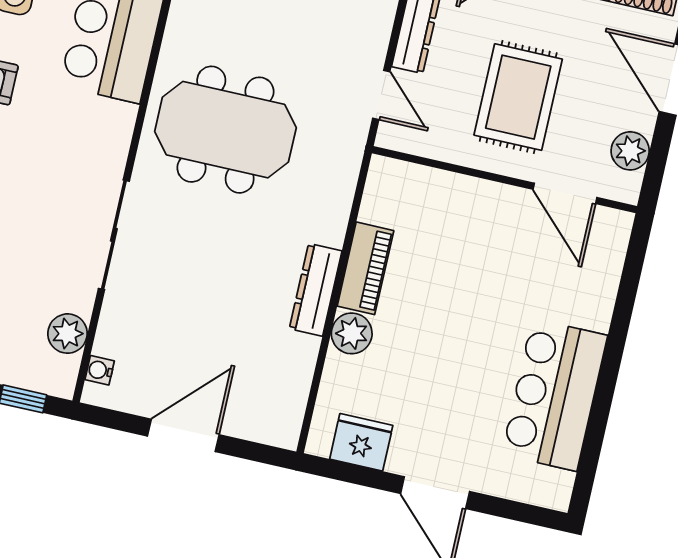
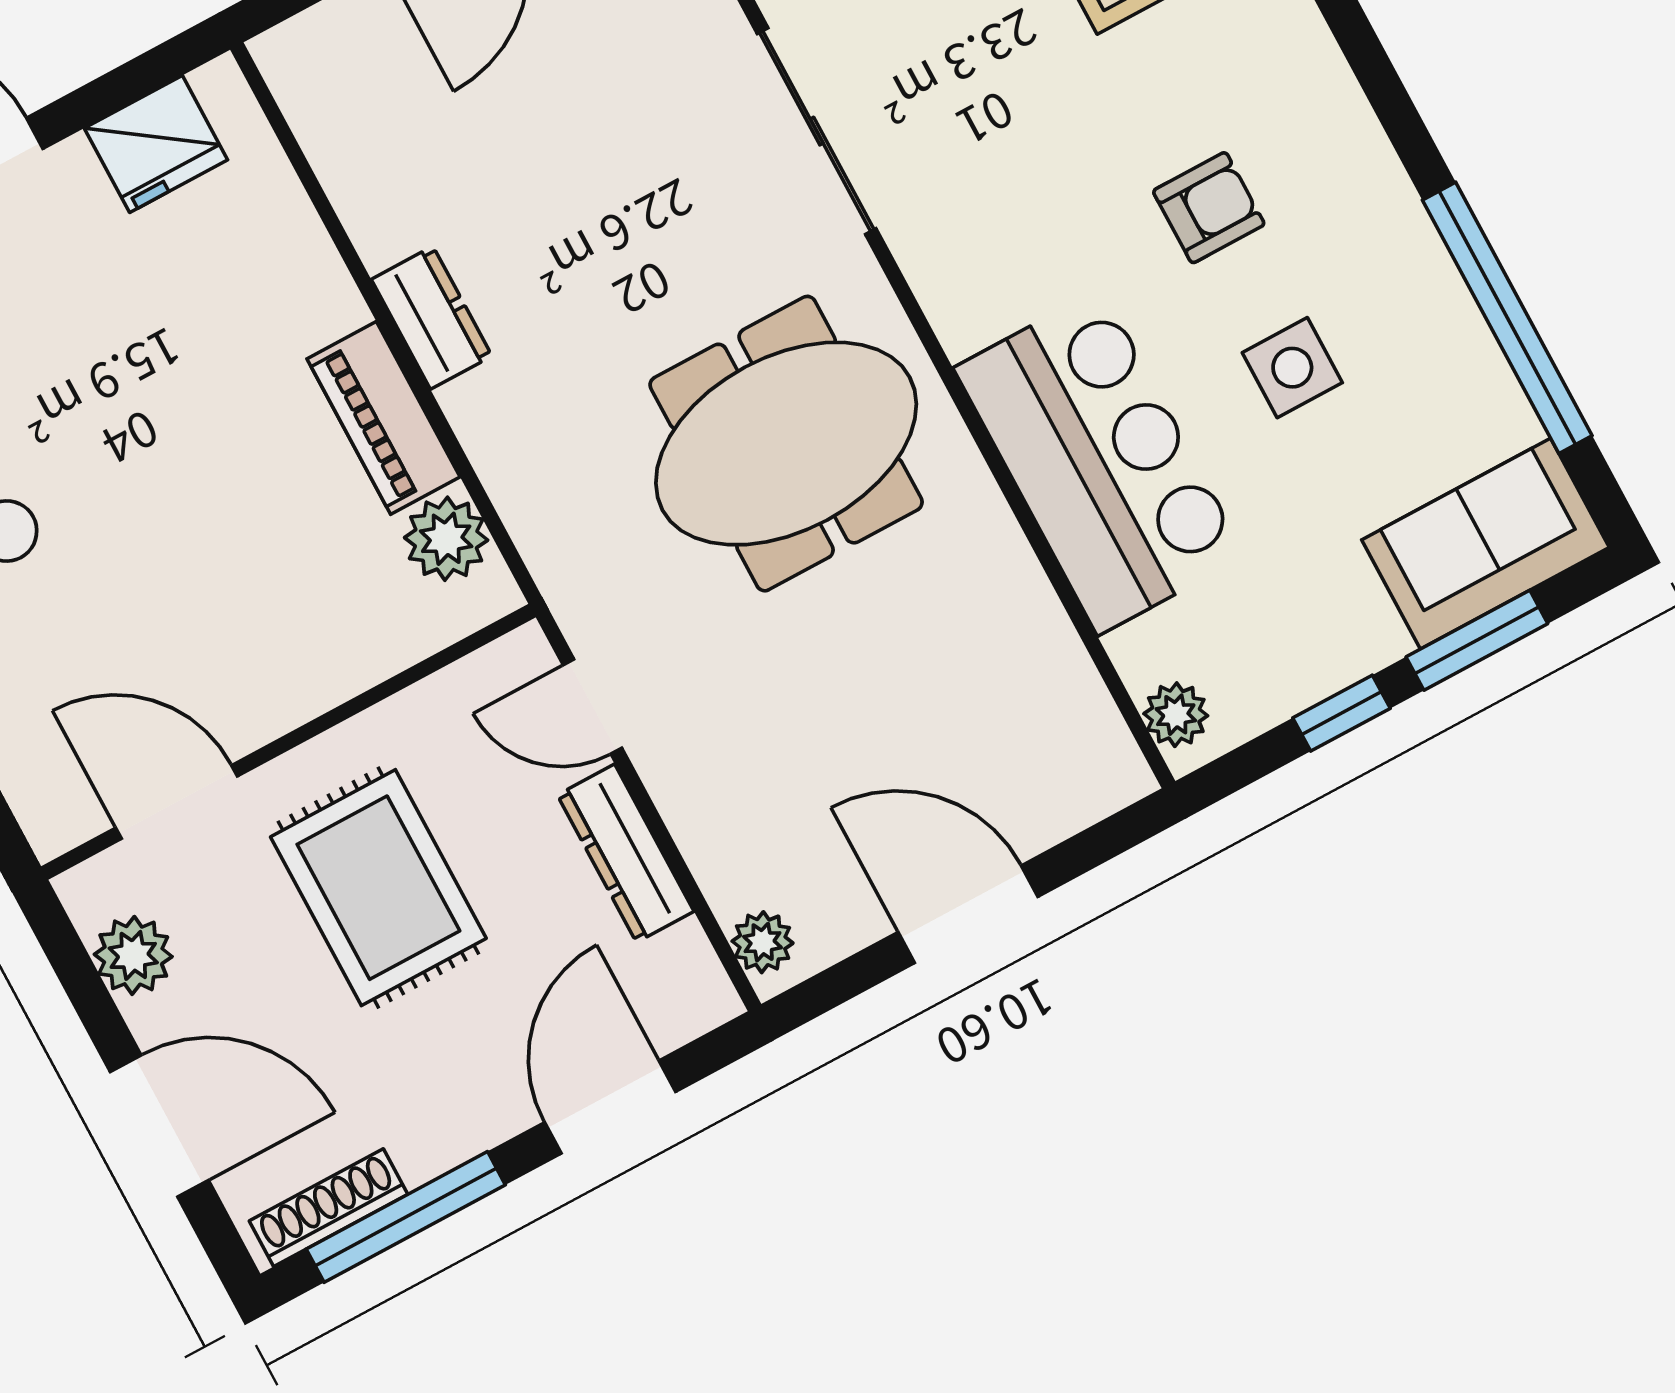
dresser: (316, 290) -> (432, 318), width x0.70
plant: (352, 333) -> (446, 539), moved

